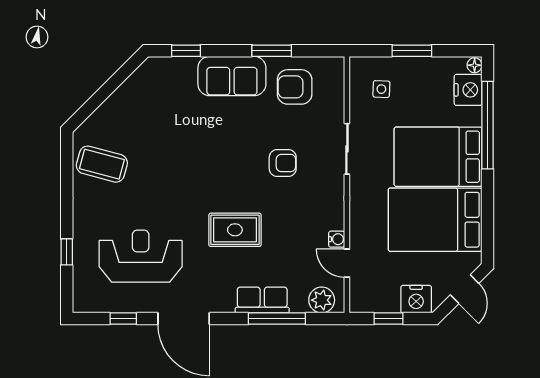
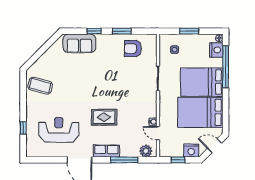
window: (186, 51) -> (94, 31), moved
sofa: (232, 76) -> (79, 43), moved
armchair: (283, 163) -> (127, 85), removed
door: (465, 289) -> (214, 146), swing flipped
row of seats: (262, 300) -> (106, 151), moved
window: (123, 319) -> (50, 160), removed

